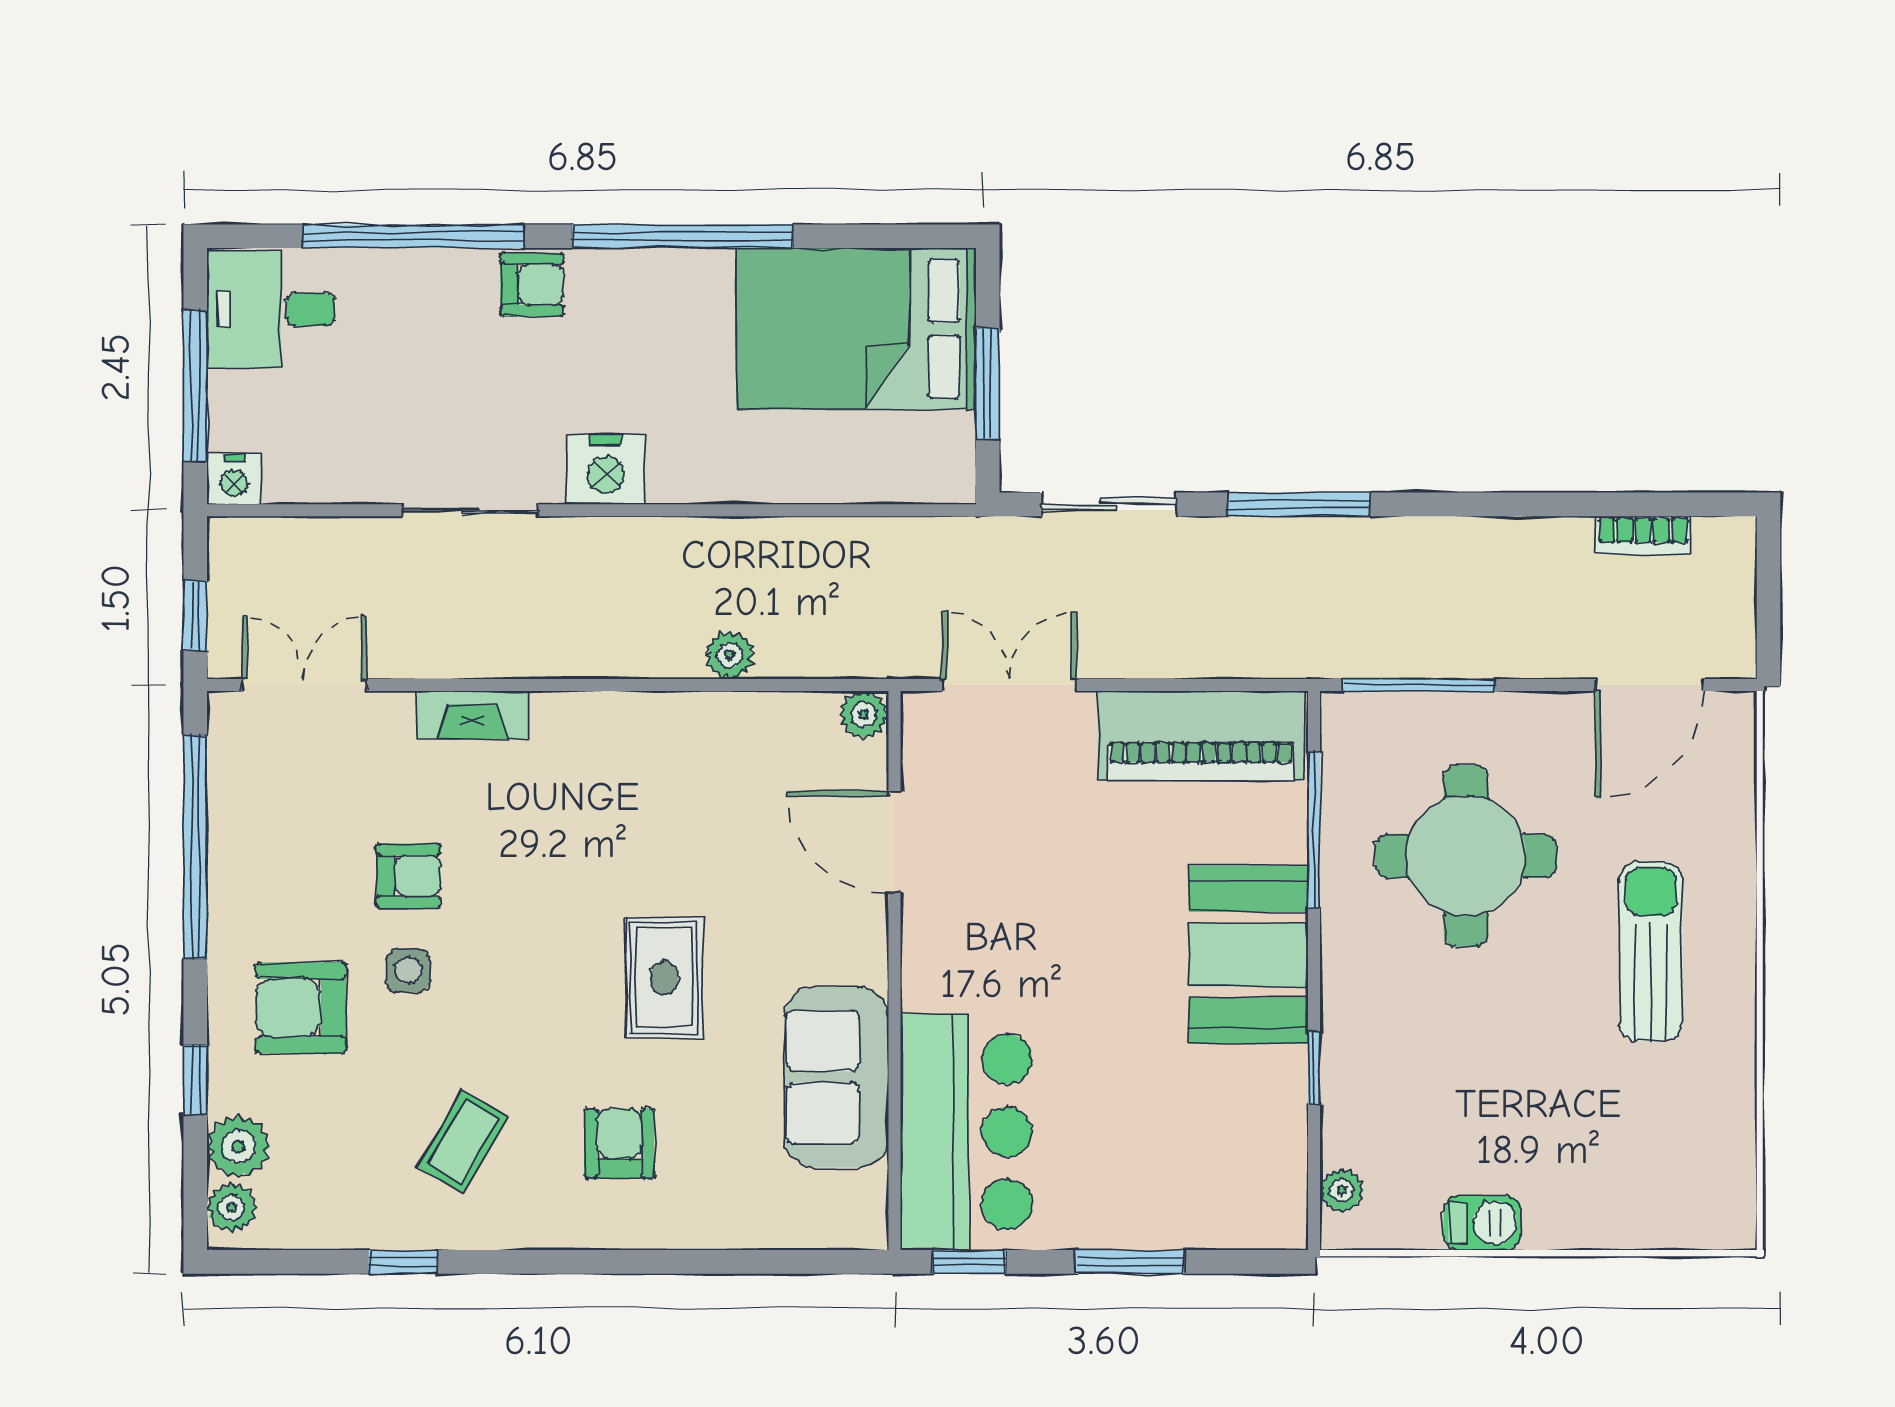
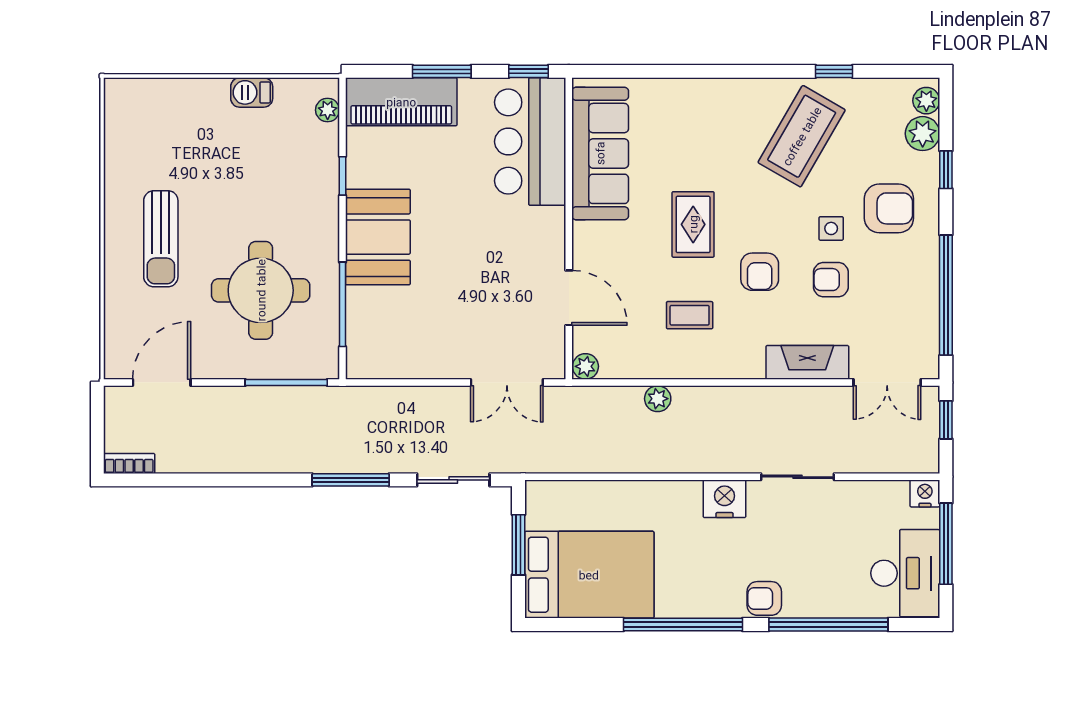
desk: (271, 309) -> (905, 573), width x1.37
bookcase: (1643, 535) -> (129, 463), moved
fireplace: (473, 715) -> (807, 362), width x1.37, depth x1.32
piano: (1201, 736) -> (401, 102), moved, turned 180
coffee table: (671, 810) -> (690, 315), added
sofa: (836, 1077) -> (600, 153), width x1.36
coffee table: (463, 1142) -> (802, 136), width x1.86, depth x1.72
armchair: (619, 1143) -> (760, 272), moved

